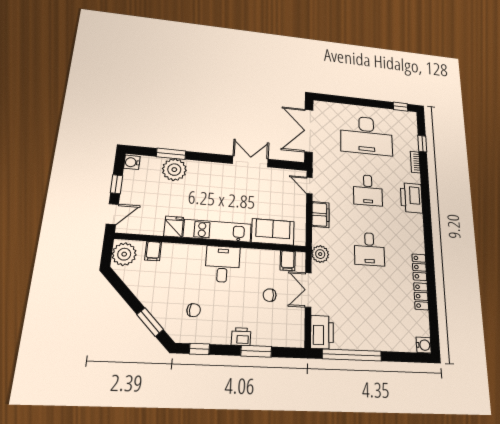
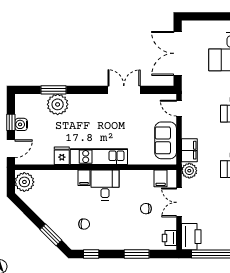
water cooler: (132, 162) -> (21, 124), moved
filing cabinet: (321, 215) -> (189, 150), moved
sofa: (273, 232) -> (166, 140), moved, turned -90
filing cabinet: (153, 251) -> (84, 178), moved
printer: (241, 337) -> (169, 238), moved, turned -90

